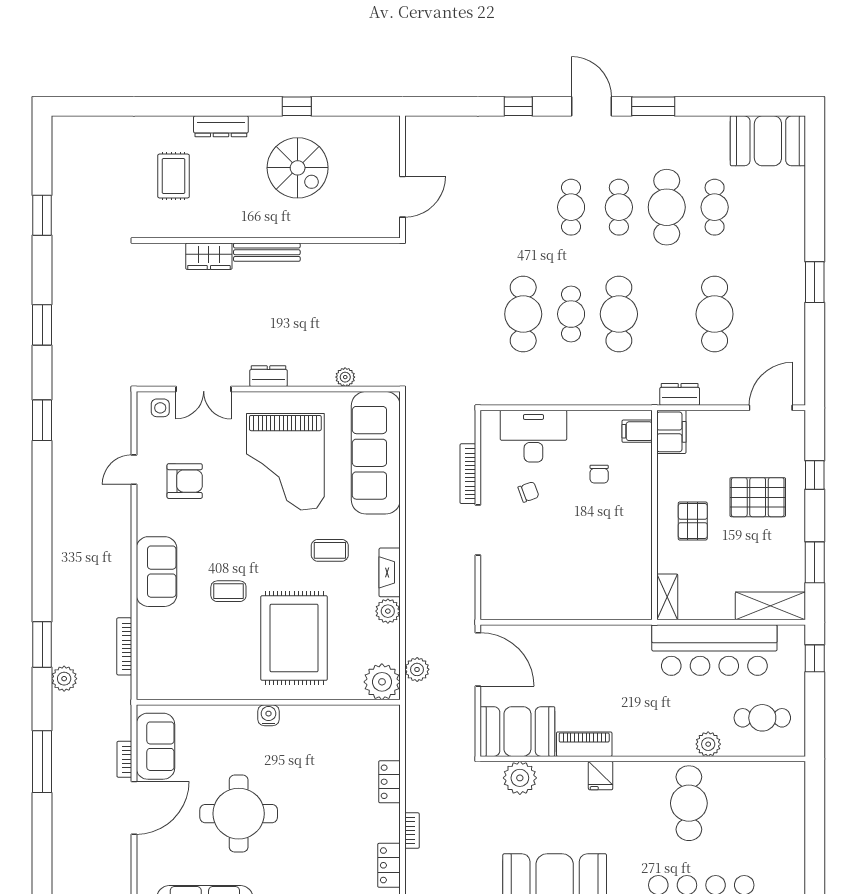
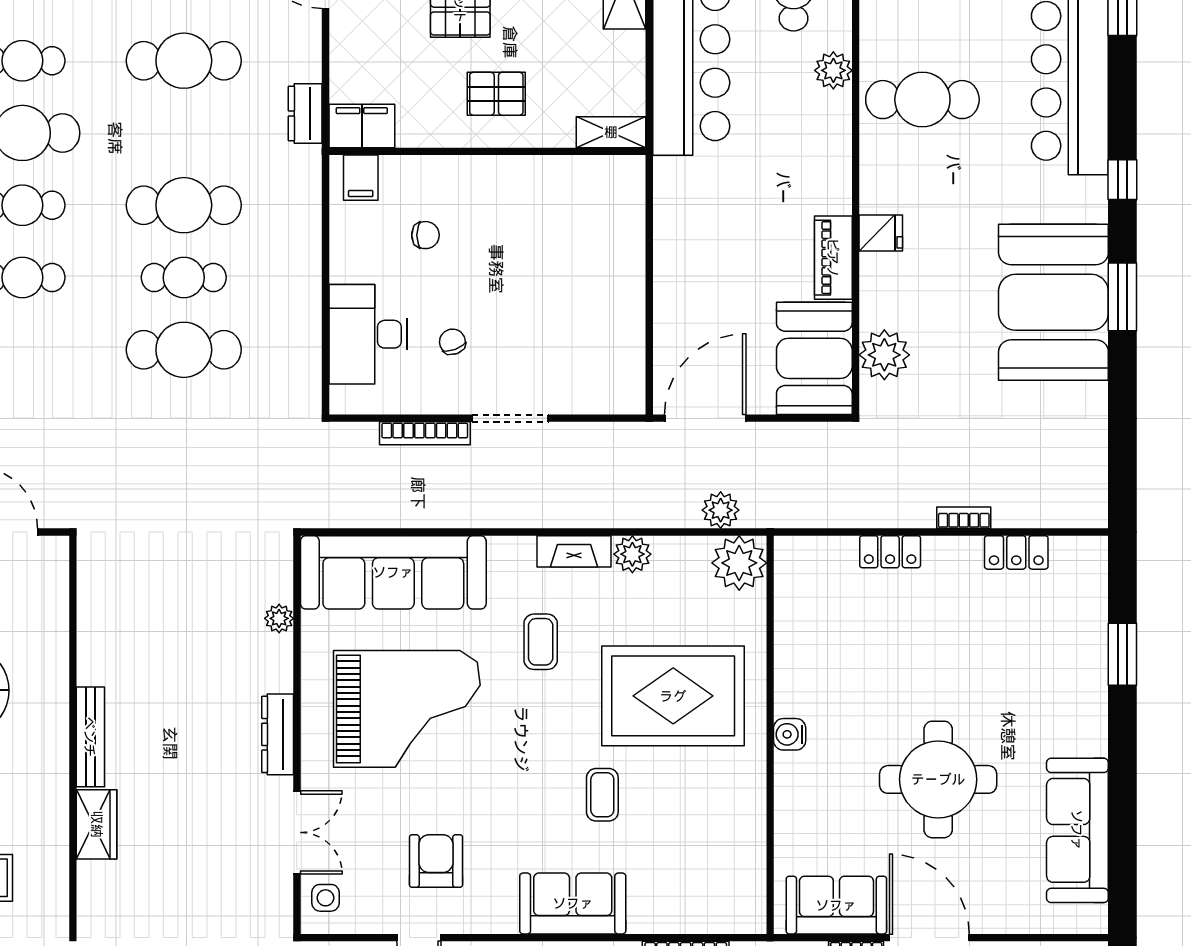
dresser: (269, 376) -> (278, 734), width x1.44

